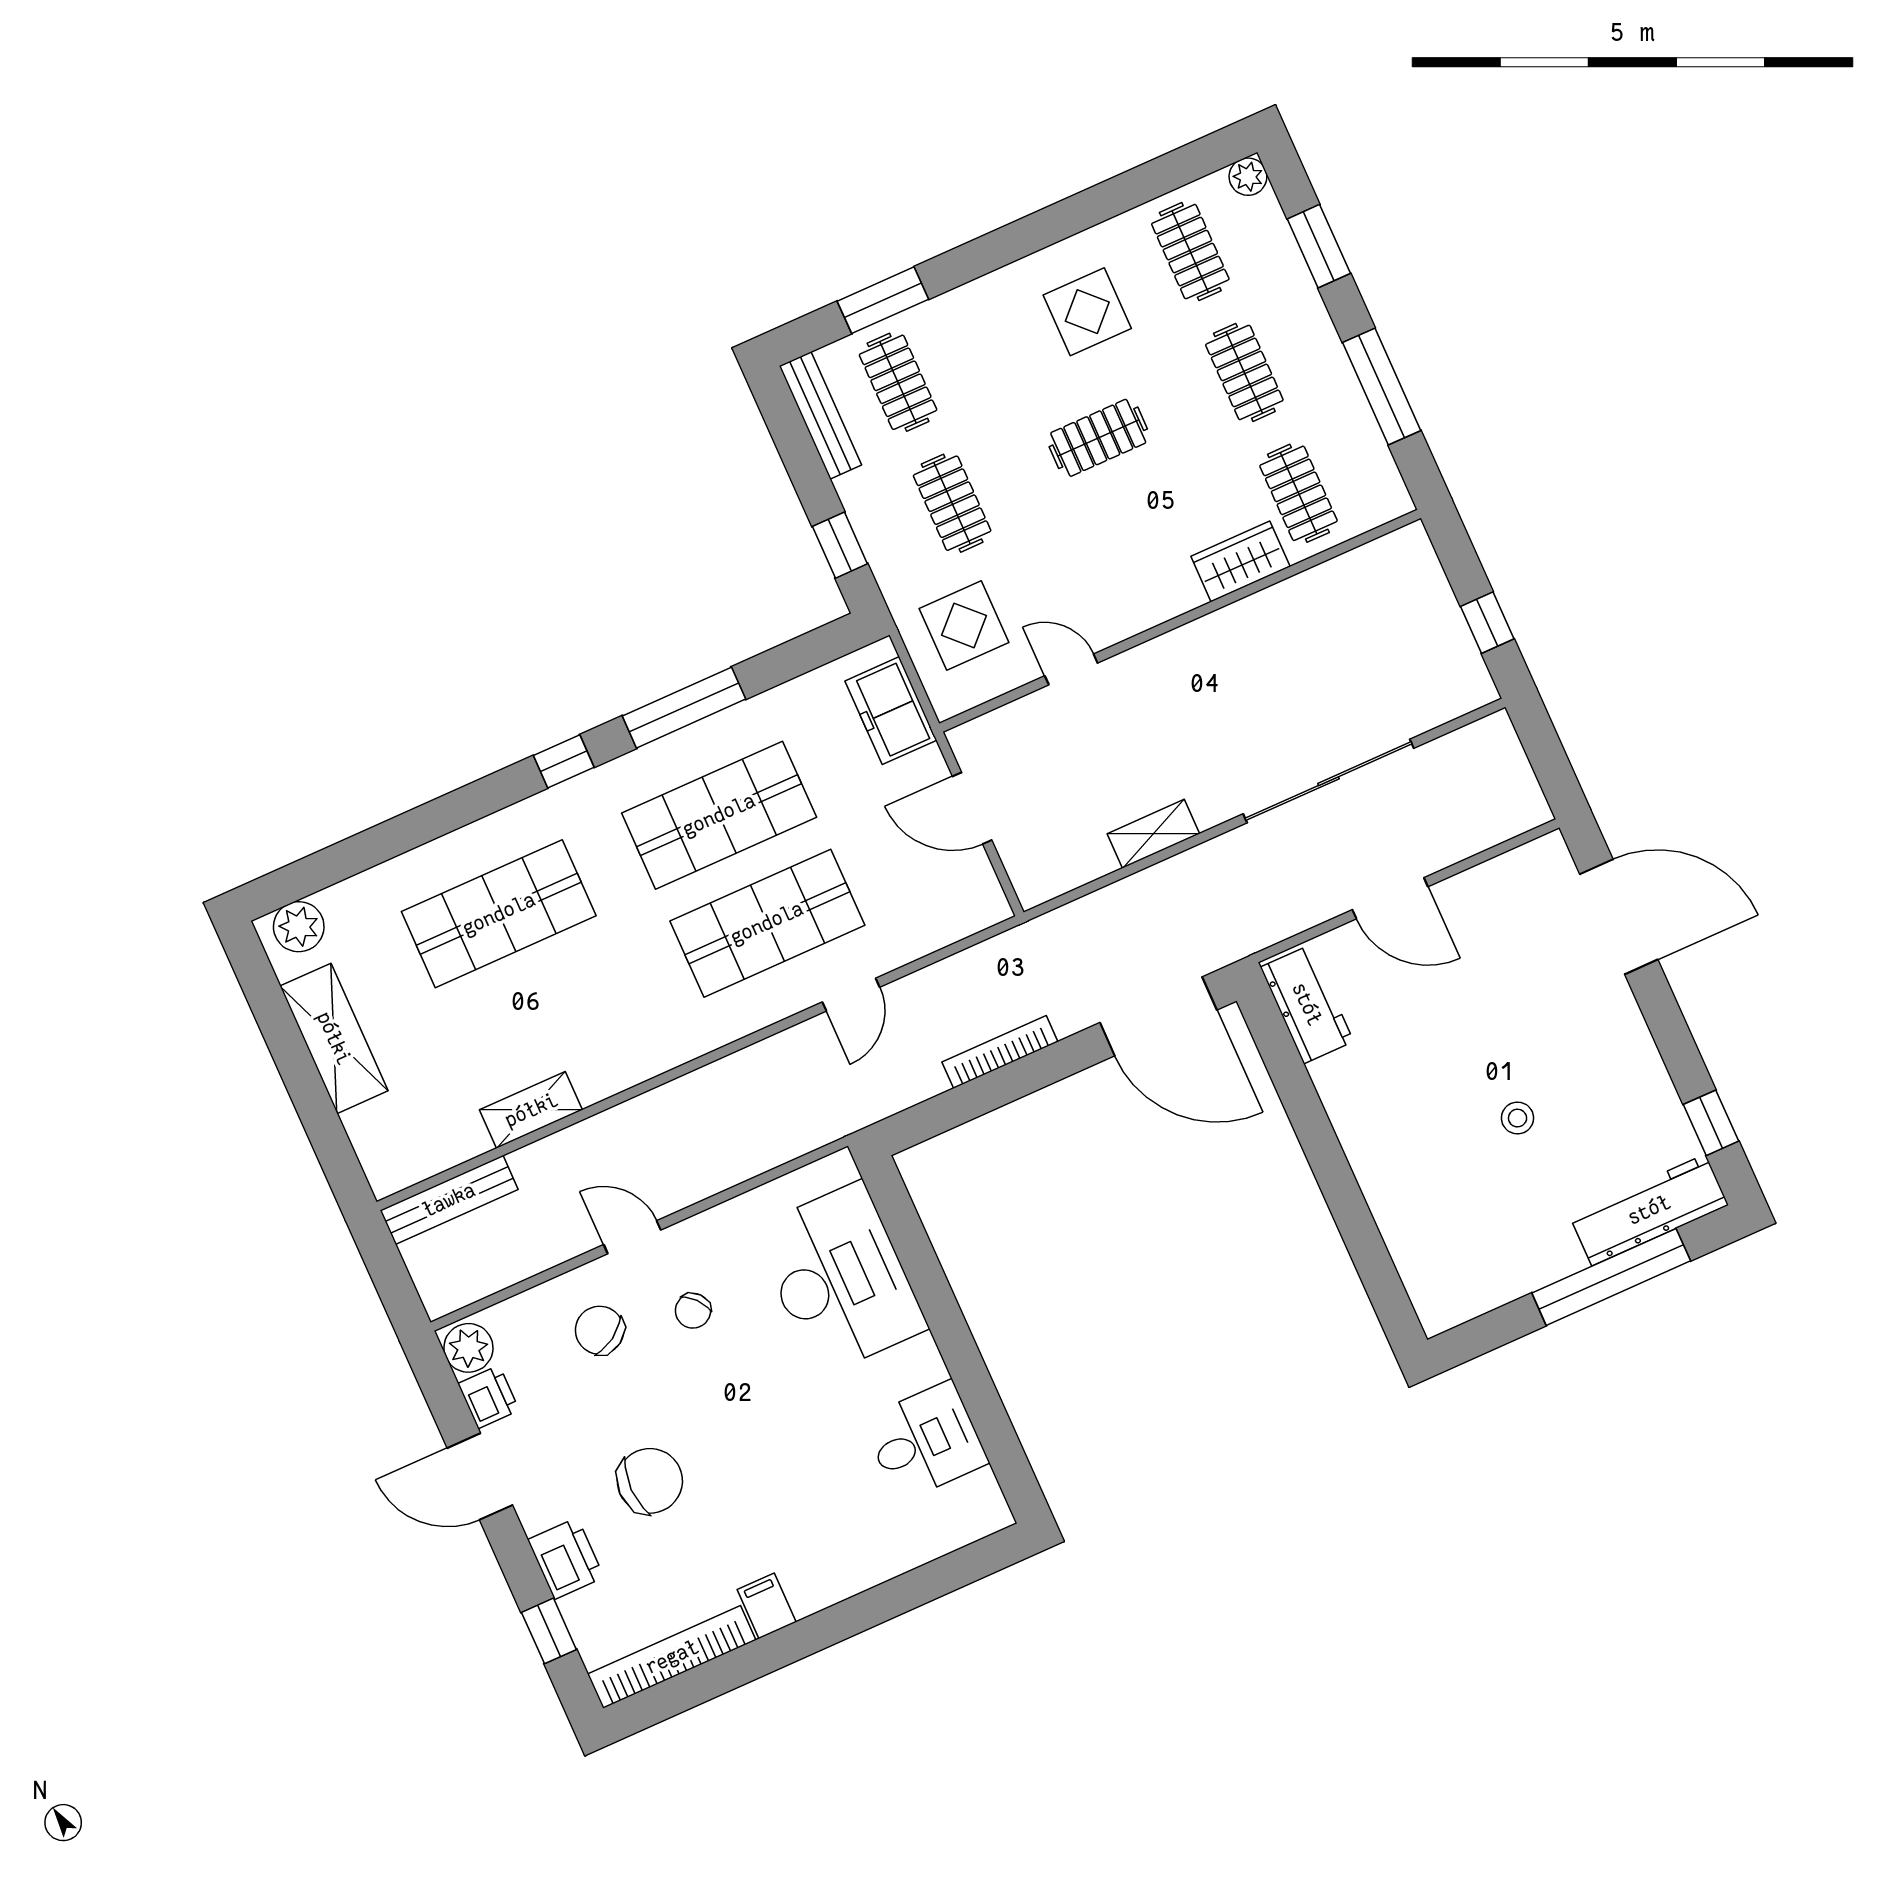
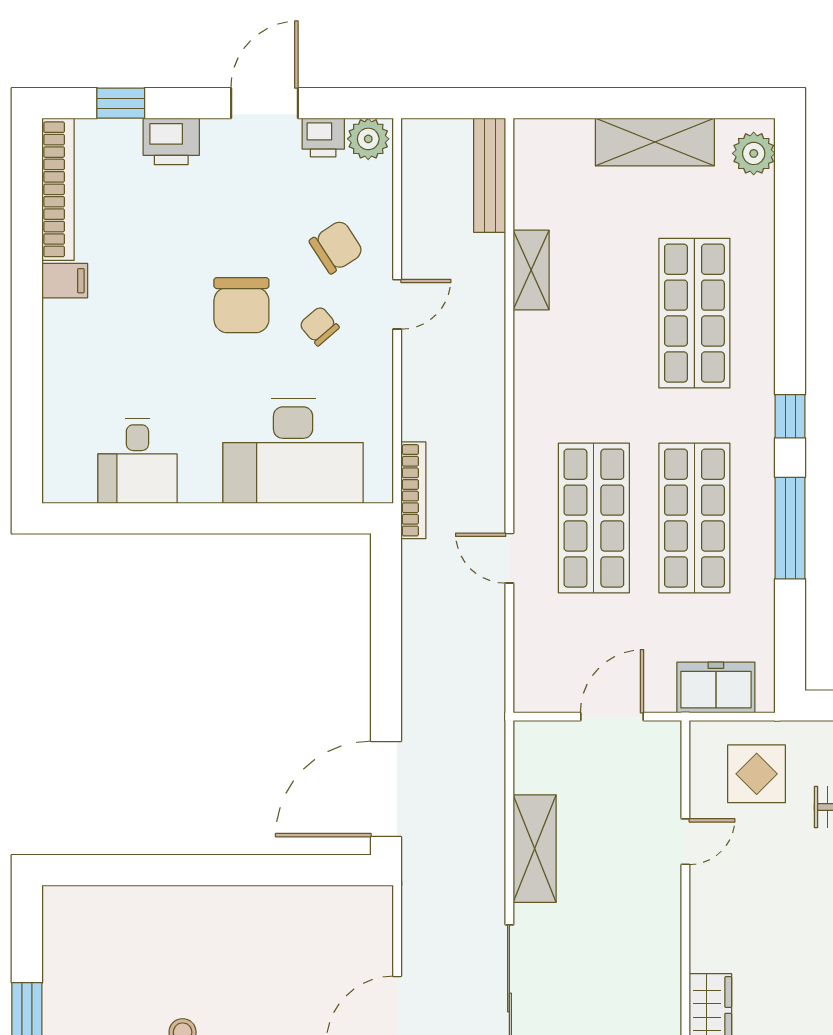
shelving: (1153, 834) -> (535, 849), width x1.50, depth x1.33
workbench: (1307, 1004) -> (344, 908), removed
bookcase: (1000, 1052) -> (413, 490), moved
chair: (650, 1481) -> (241, 305), moved

